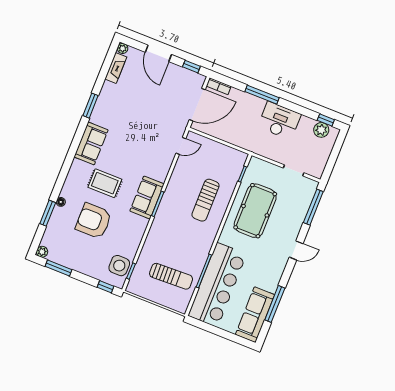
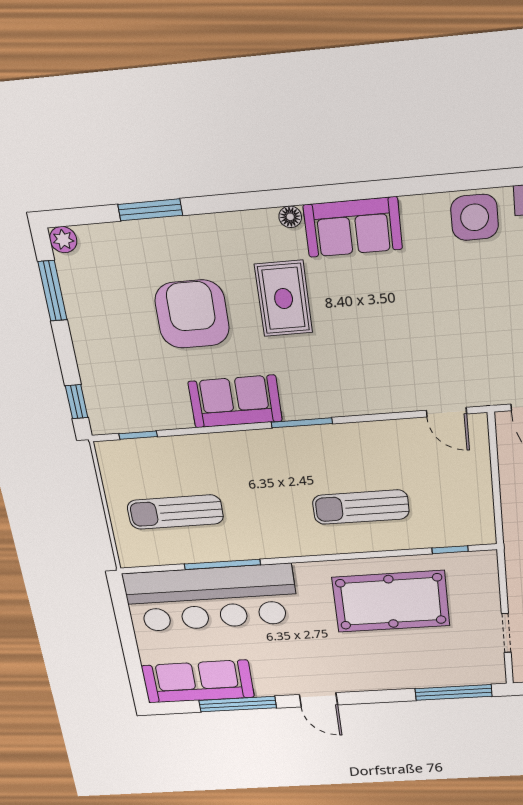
window: (90, 106) -> (437, 184), removed
sofa: (147, 197) -> (235, 401), moved
floor lamp: (61, 202) -> (290, 217), moved
door: (296, 250) -> (318, 700), moved
side table: (119, 266) -> (475, 217), moved
sun lounger: (171, 276) -> (175, 512), turned 92

